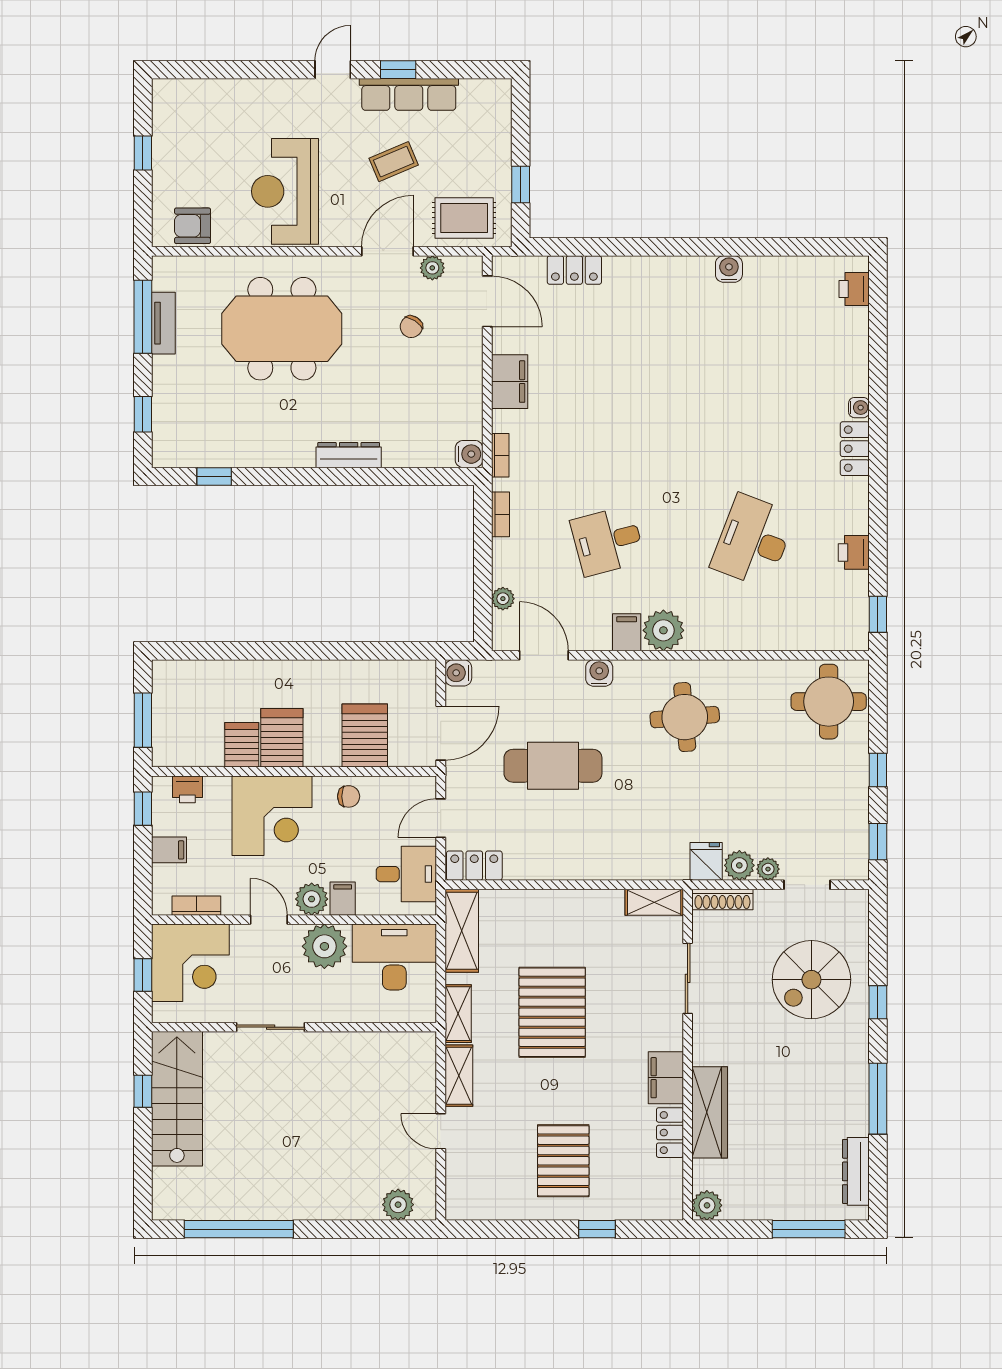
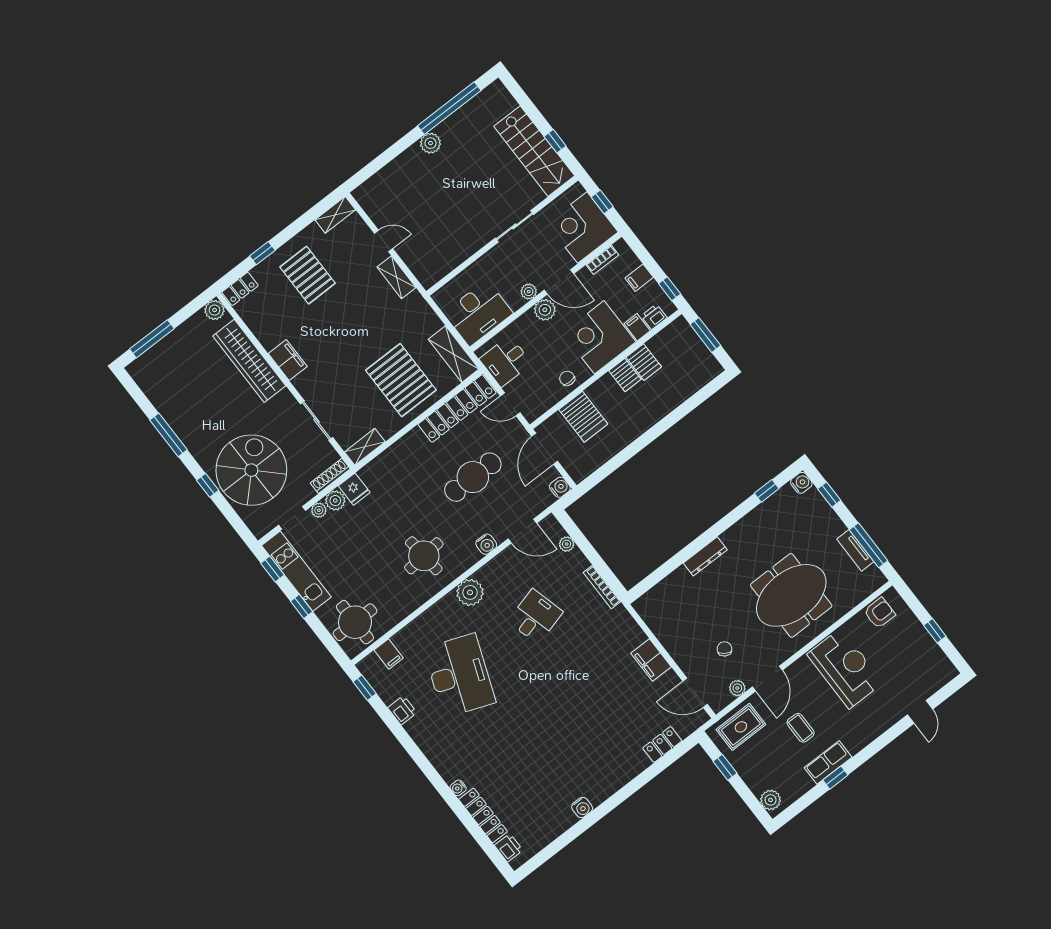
door: (333, 70) -> (920, 712), moved
row of seats: (409, 94) -> (828, 763), width x0.68
plant: (496, 103) -> (771, 800), added
coffee table: (394, 162) -> (801, 728), turned -67
locker: (855, 449) -> (483, 815), moved, width x1.53
water cooler: (469, 454) -> (801, 483), moved, turned 180
bookcase: (500, 455) -> (626, 618), removed
bookcase: (500, 514) -> (602, 587), width x1.56
desk: (753, 541) -> (459, 675), width x1.36, depth x1.30
filing cabinet: (627, 632) -> (389, 654), moved
server rack: (282, 738) -> (625, 375), width x0.73, depth x0.70
chair: (349, 796) -> (567, 378), turned 90
kitchen unit: (851, 817) -> (296, 571), added
door: (441, 818) -> (510, 404), swing flipped
locker: (474, 866) -> (457, 408), width x2.16, depth x1.21
filing cabinet: (343, 899) -> (637, 327), moved, turned 180
door: (269, 920) -> (559, 282), width x1.37
plant: (324, 946) -> (529, 292), width x0.53, depth x0.53
spiral stairs: (811, 980) -> (251, 470), width x1.37, depth x1.37
pallet: (552, 1012) -> (401, 380), moved
shelving: (458, 1014) -> (335, 215), moved, turned 90
wardrobe: (710, 1112) -> (249, 361), width x1.40, depth x1.17
locker: (670, 1133) -> (240, 289), moved, turned 90
dresser: (856, 1171) -> (151, 388), removed
plant: (398, 1205) -> (430, 143), moved

